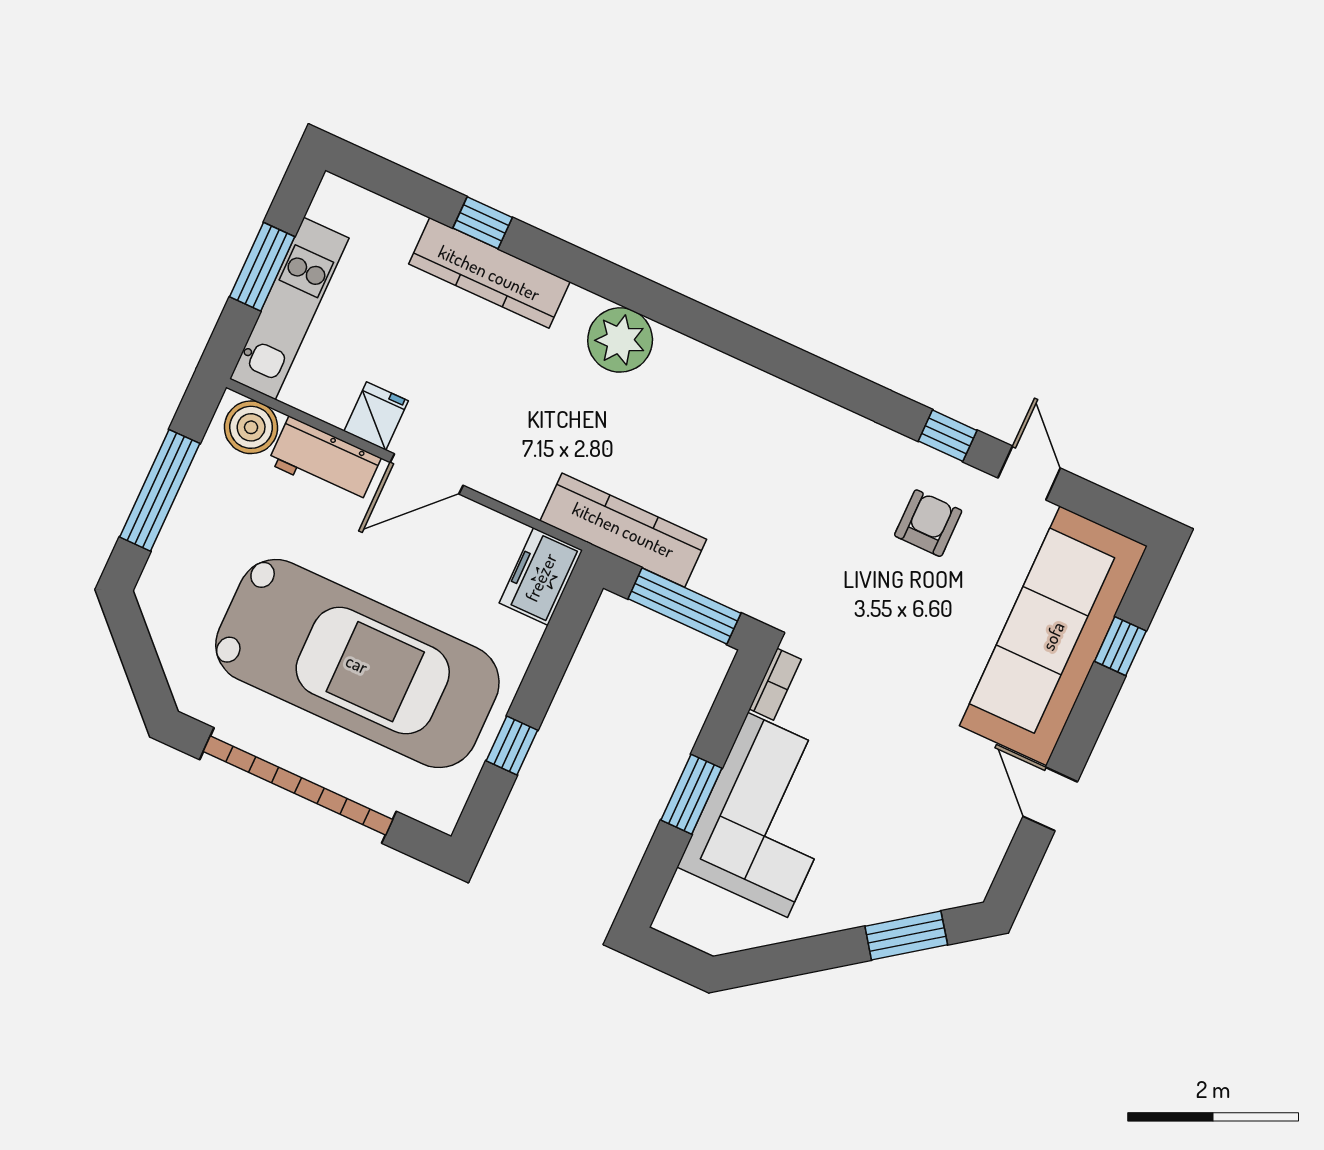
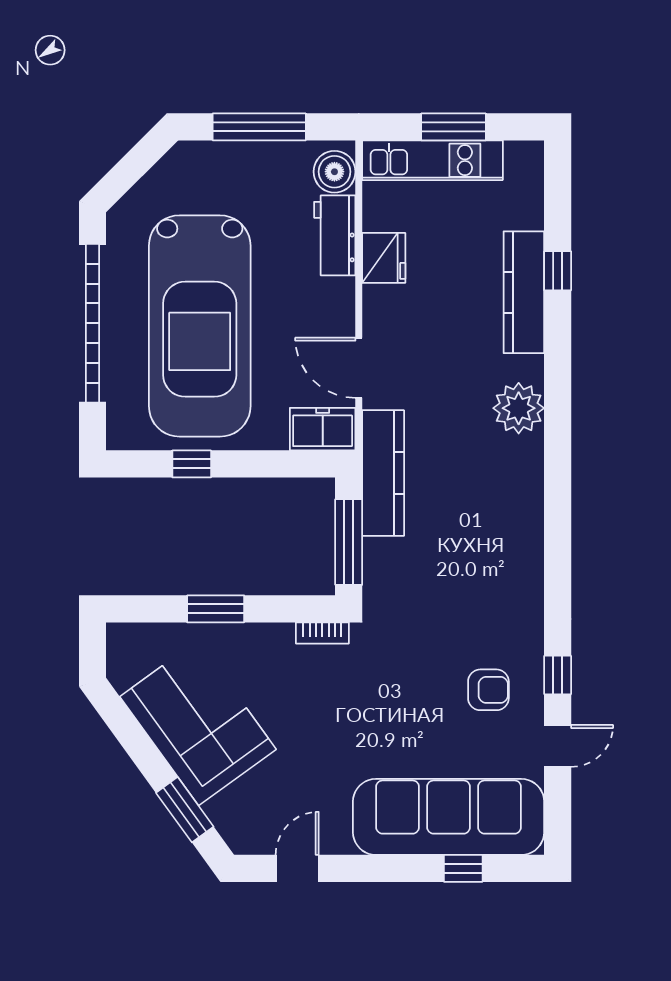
fridge: (376, 416) -> (384, 258), width x1.38
door: (427, 474) -> (359, 368), moved
door: (1050, 799) -> (297, 868), moved
corner sofa: (767, 815) -> (198, 723), moved, turned -126

